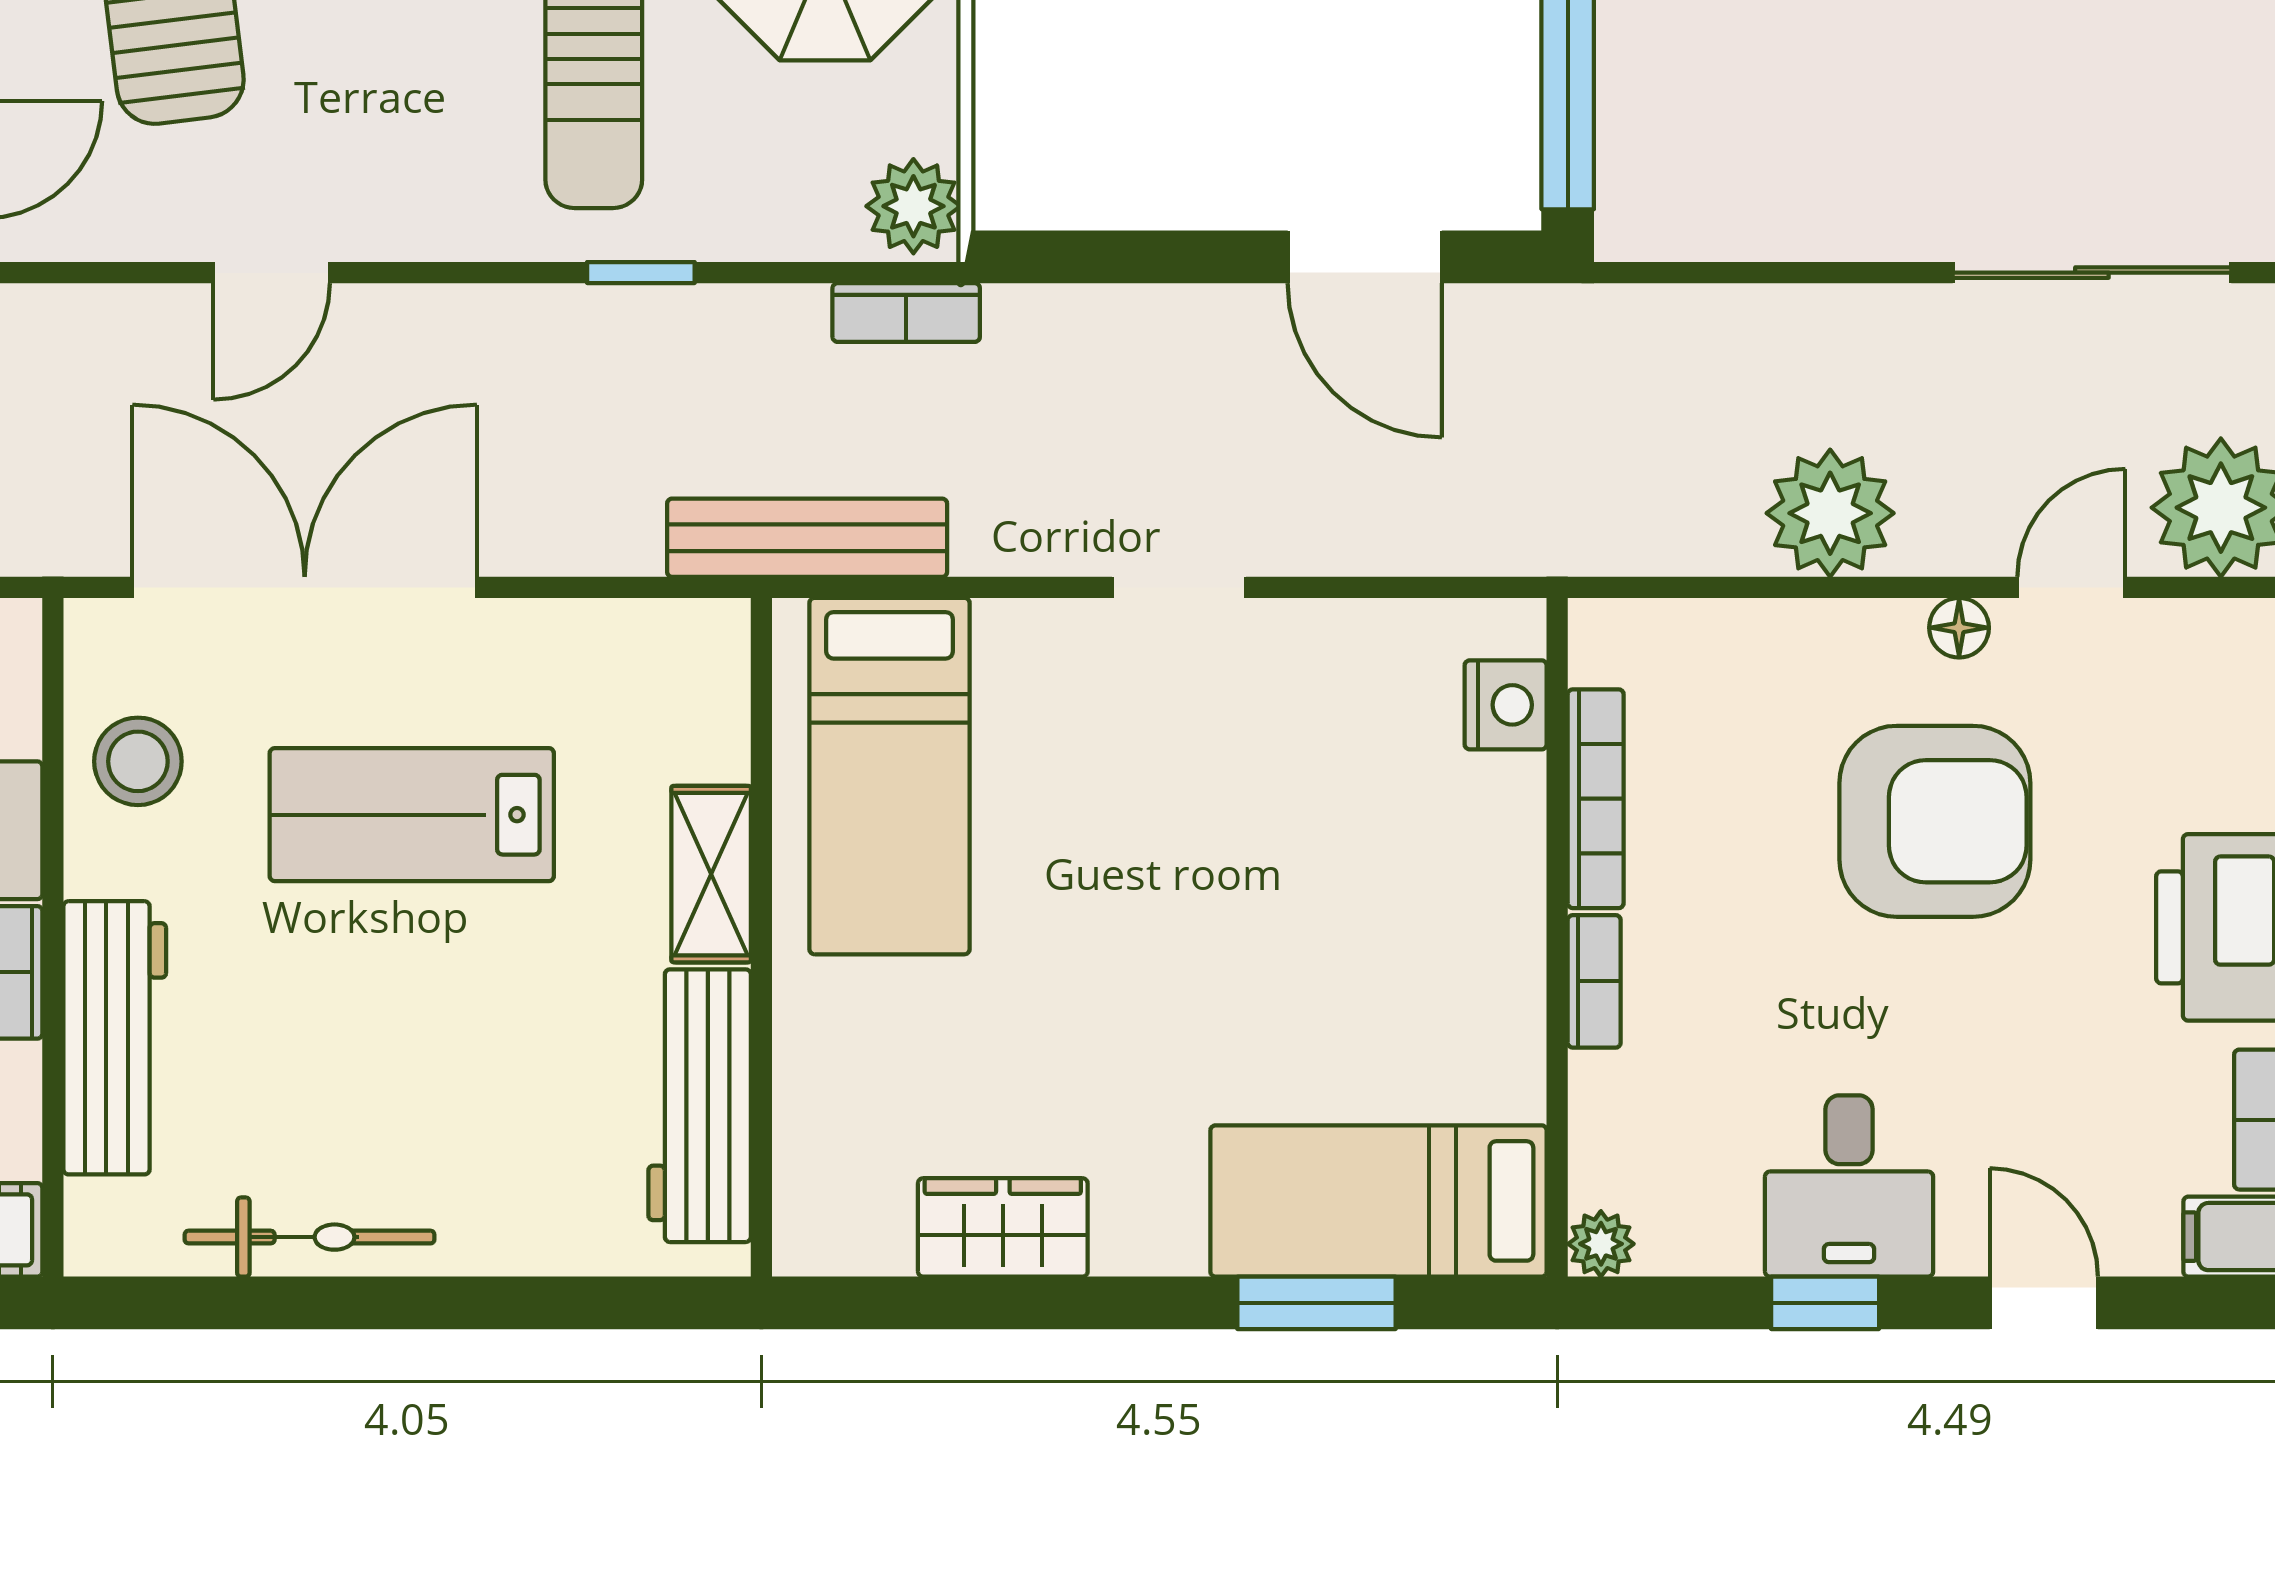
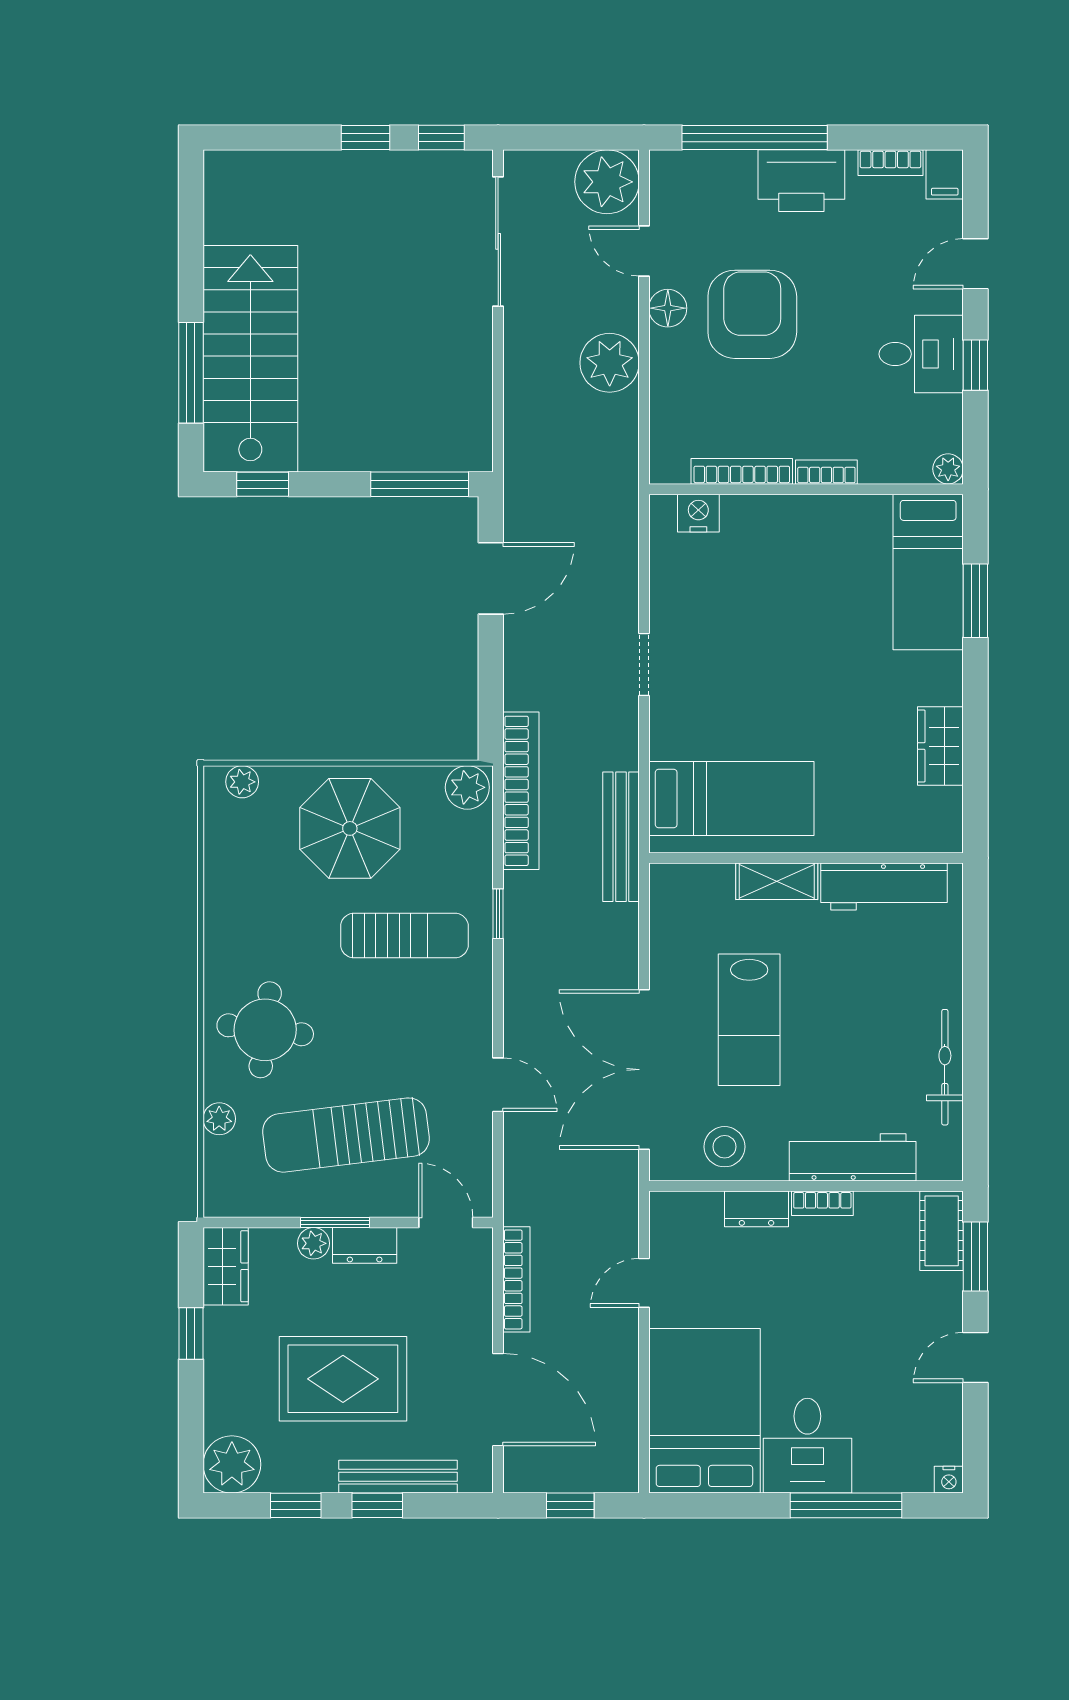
bookcase: (906, 313) -> (521, 791), width x2.31, depth x1.31
floor lamp: (1959, 628) -> (668, 308), width x1.37, depth x1.37

